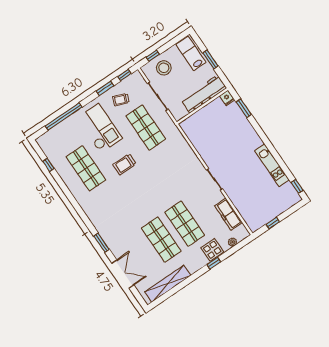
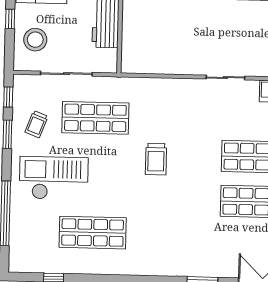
window: (153, 56) -> (10, 19), moved
trolley: (125, 164) -> (156, 159), moved

